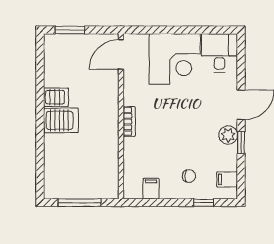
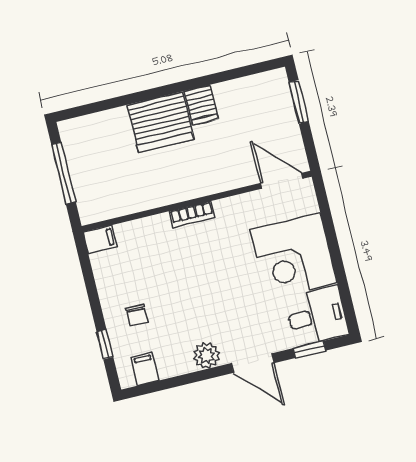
server rack: (61, 120) -> (161, 122), width x1.60
window: (241, 142) -> (309, 349), moved
filing cabinet: (151, 189) -> (100, 239), moved

